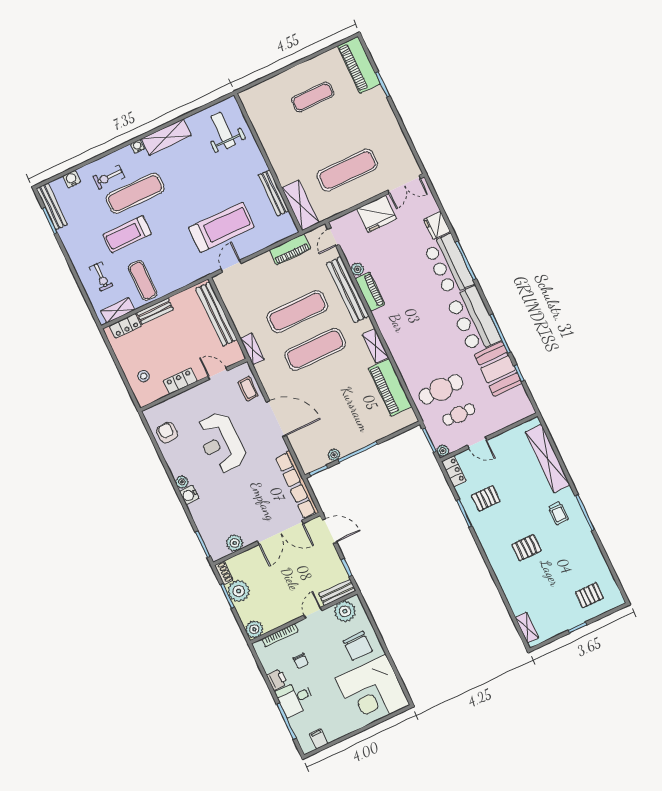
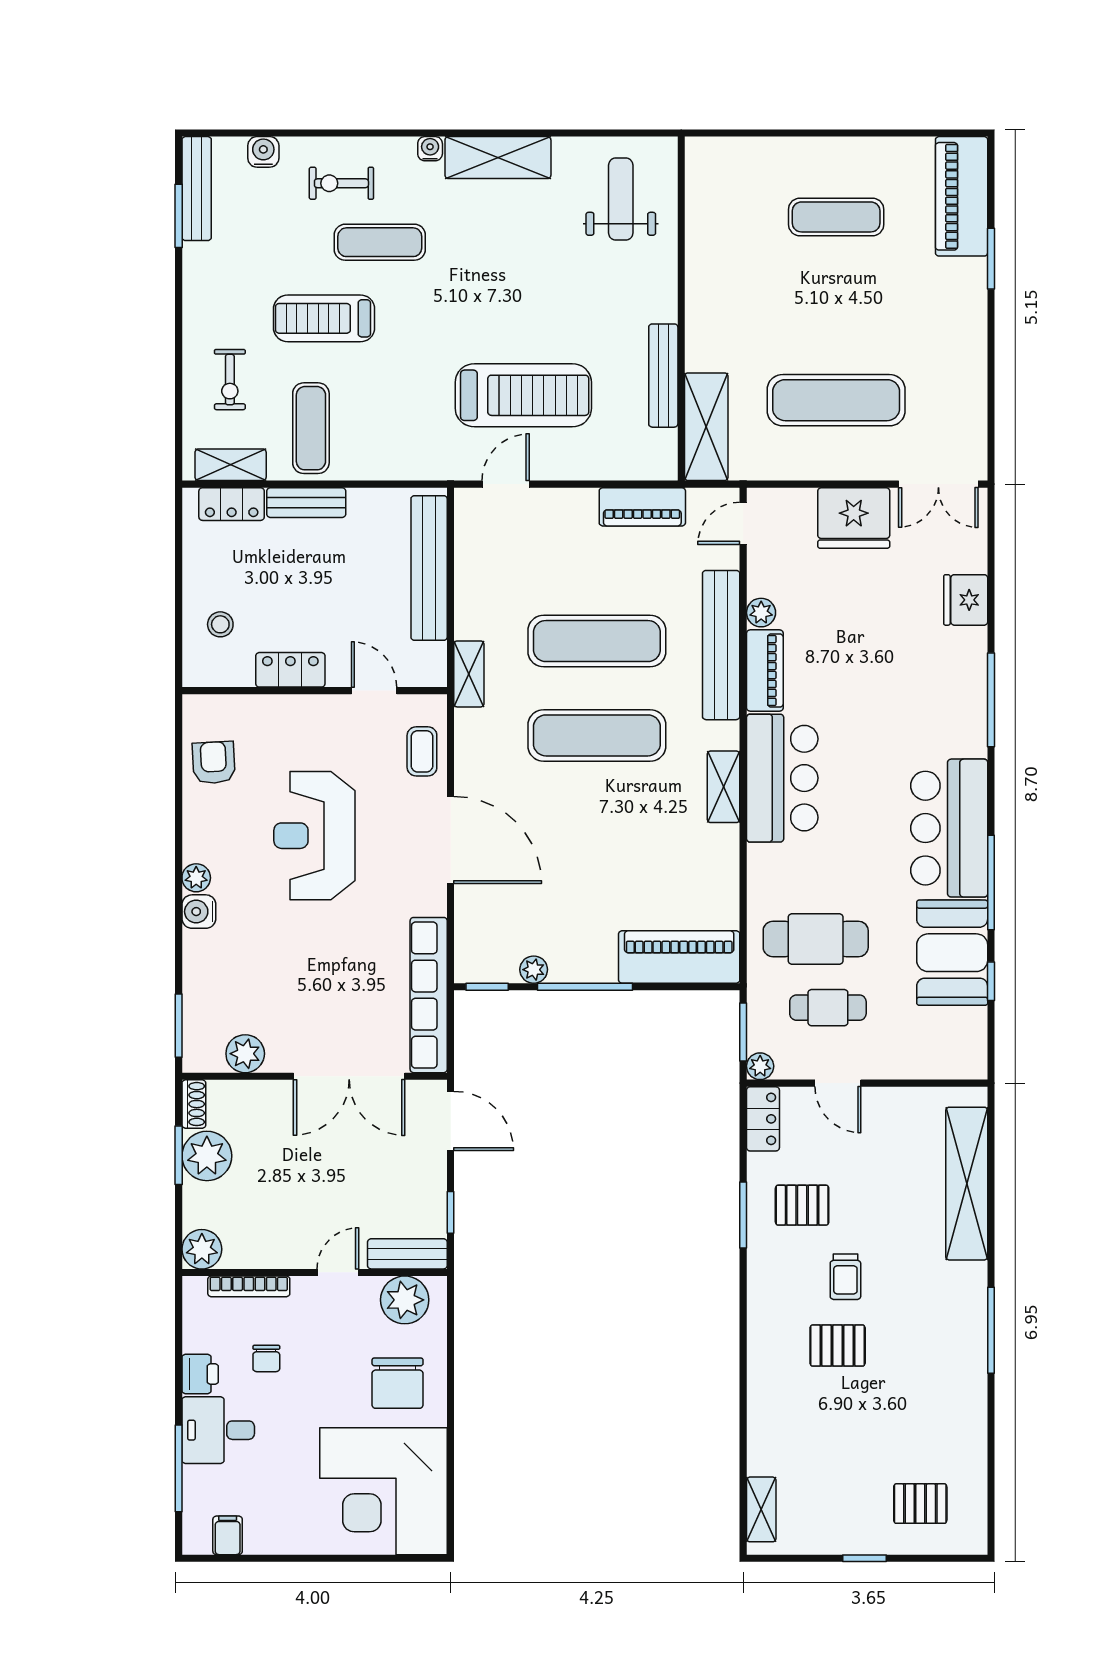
exercise mat: (135, 193) -> (380, 242), width x0.73, depth x0.69
bar counter: (449, 265) -> (782, 778), moved, turned 180
piano: (390, 387) -> (679, 957), moved, turned 90
trolley: (558, 513) -> (845, 1277), moved

